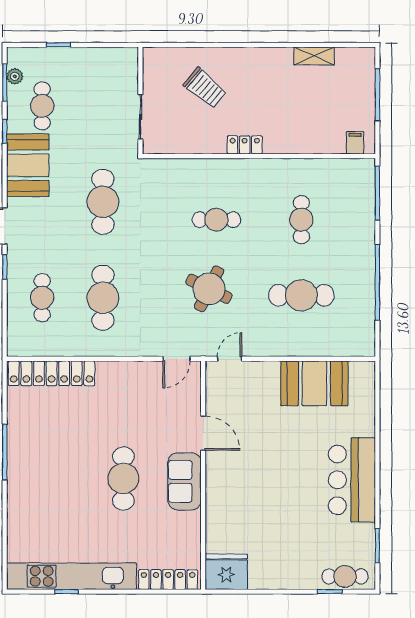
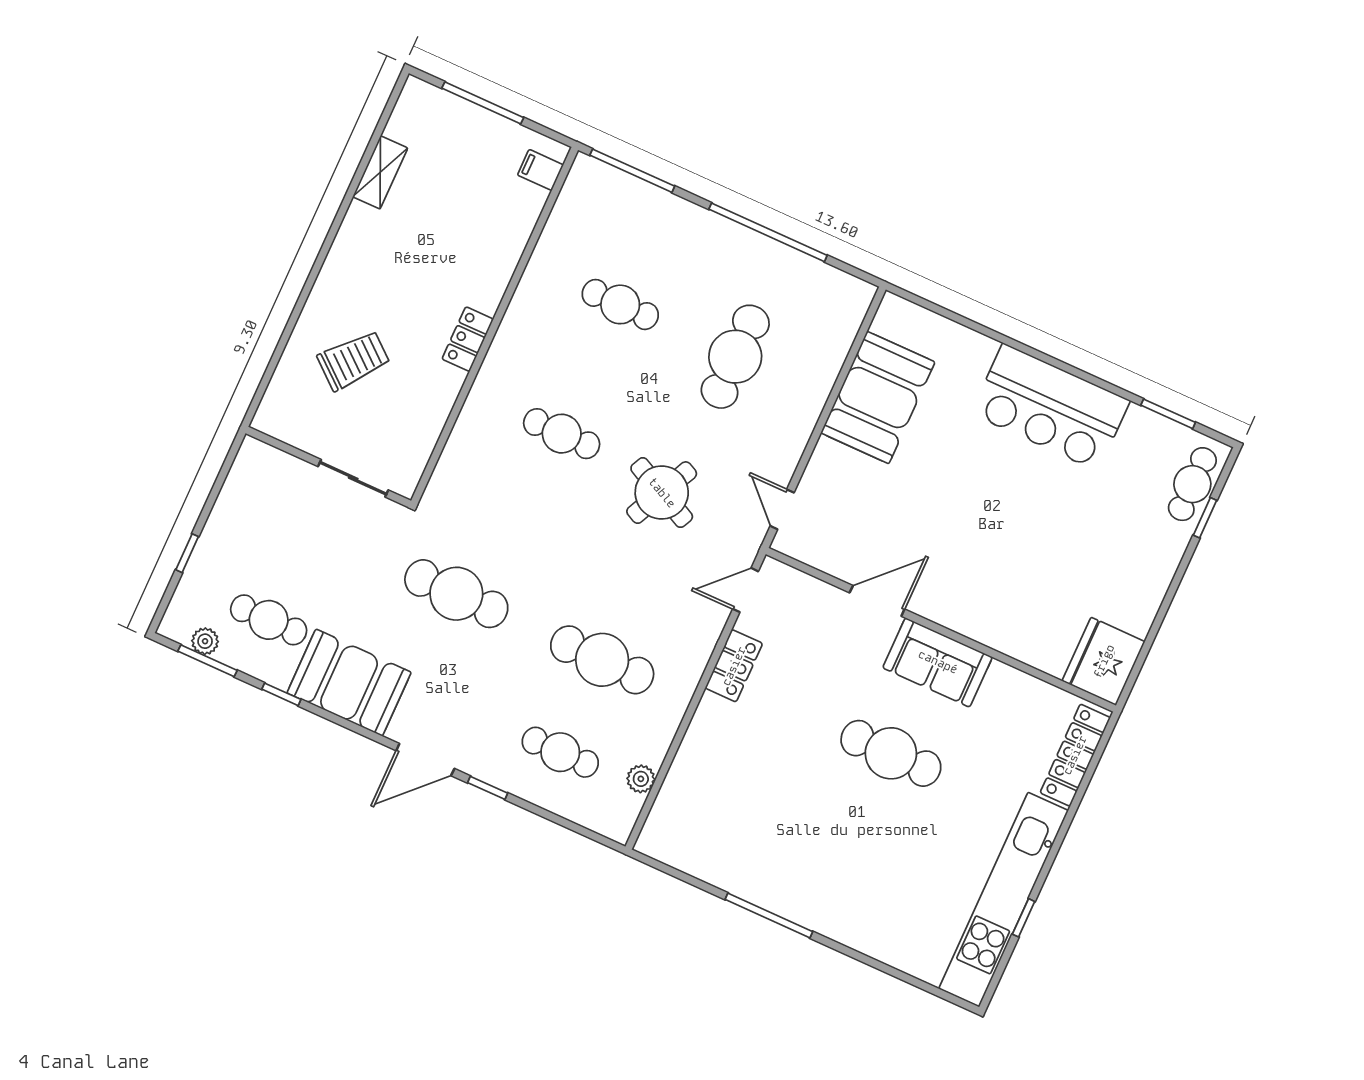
cafe table: (216, 220) -> (562, 434), turned 90
plant: (48, 348) -> (641, 779), added
door: (176, 359) -> (746, 590), swing flipped
locker: (52, 373) -> (734, 666), moved, width x0.46, depth x0.83

